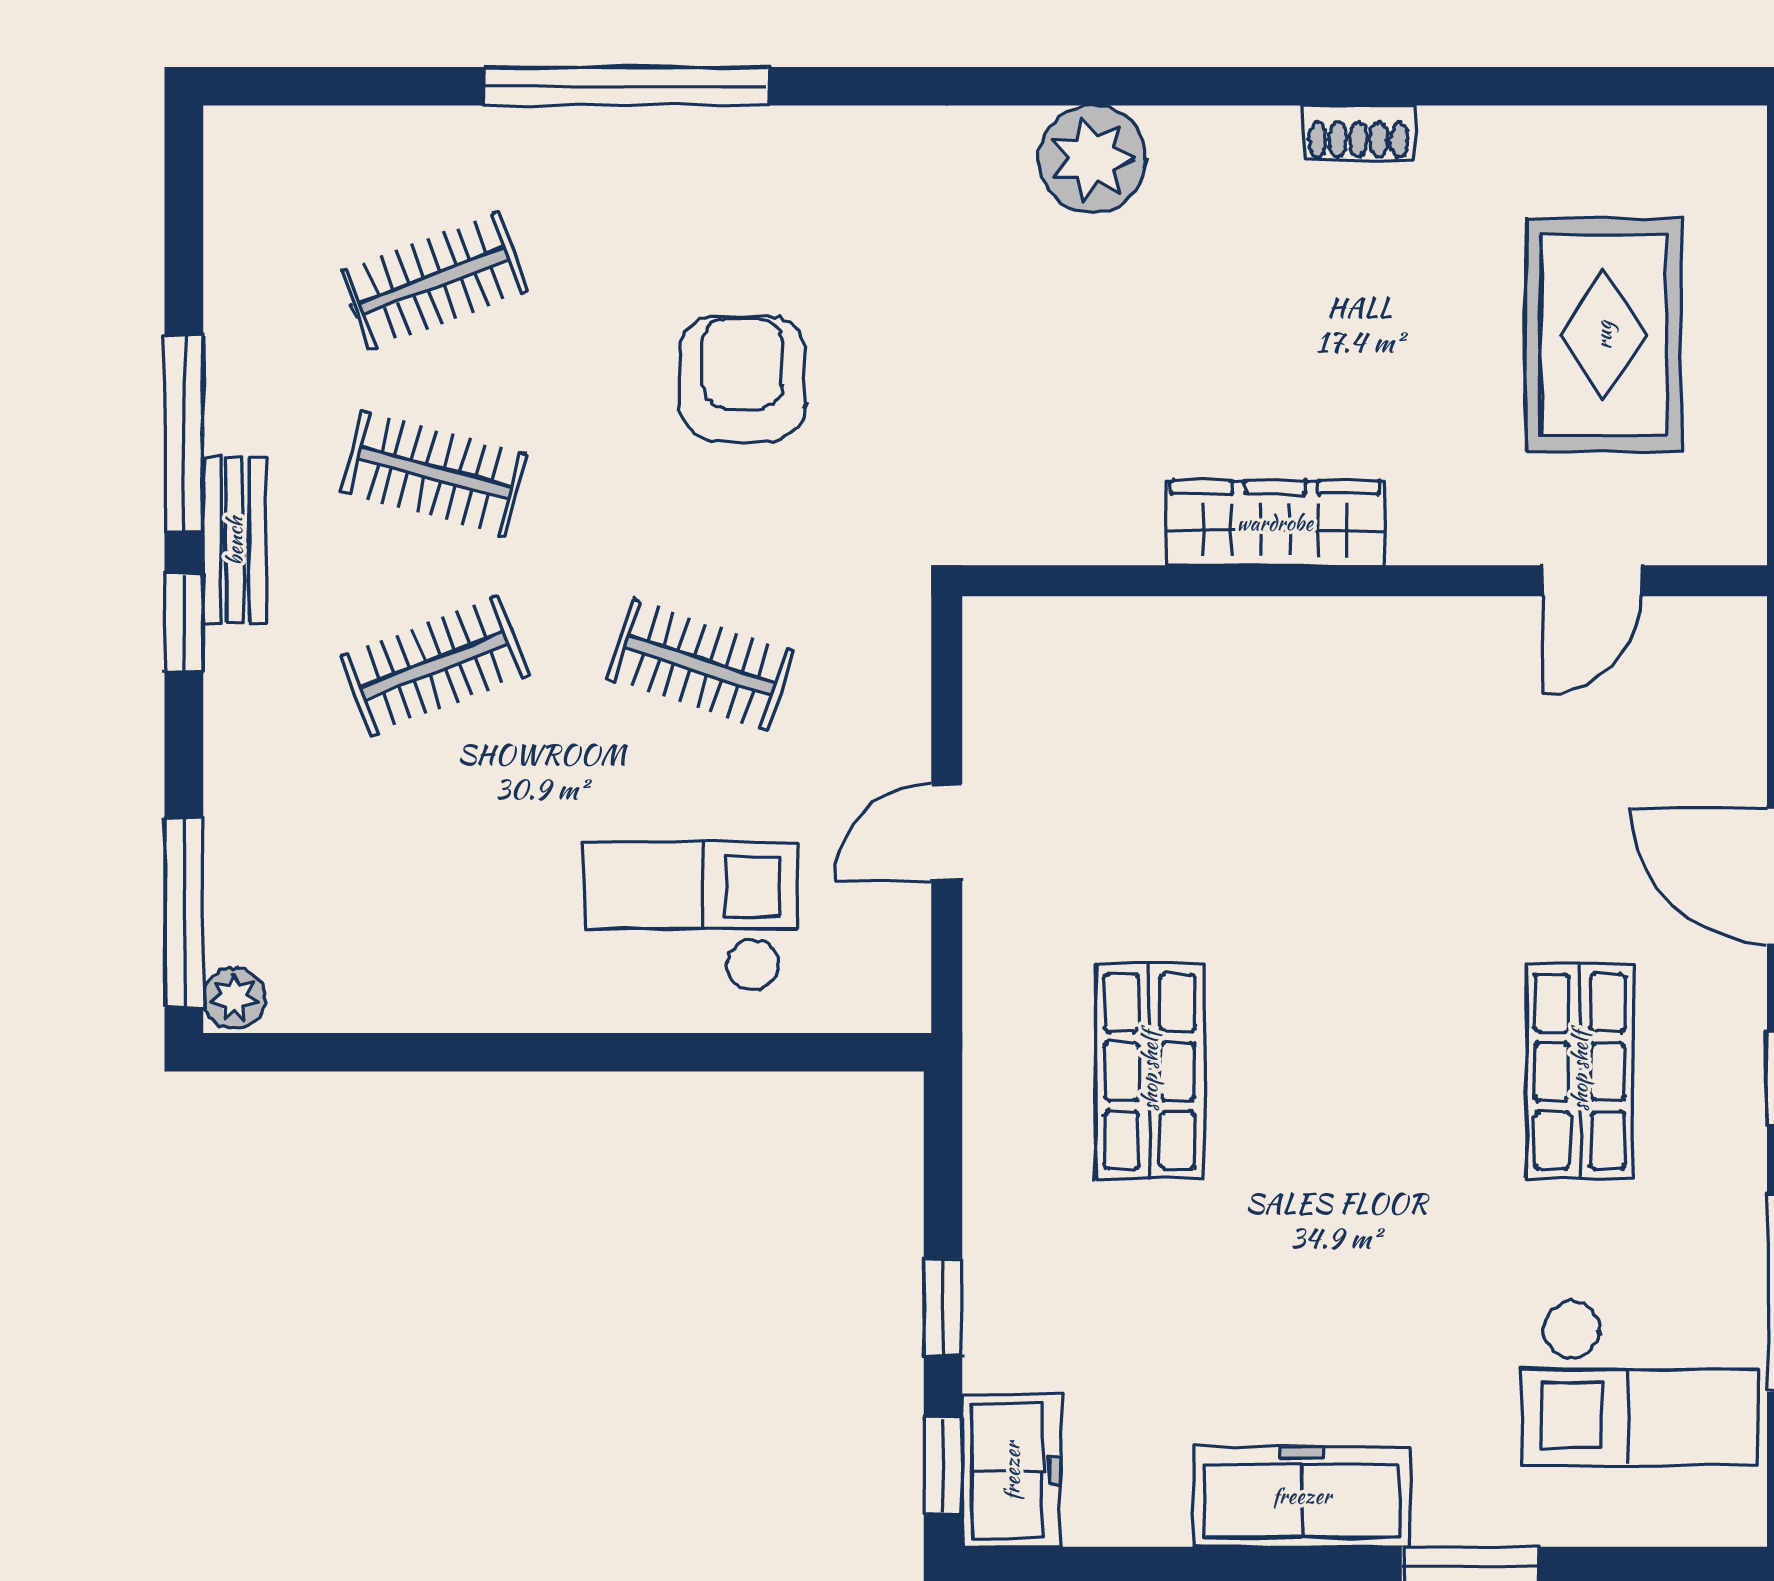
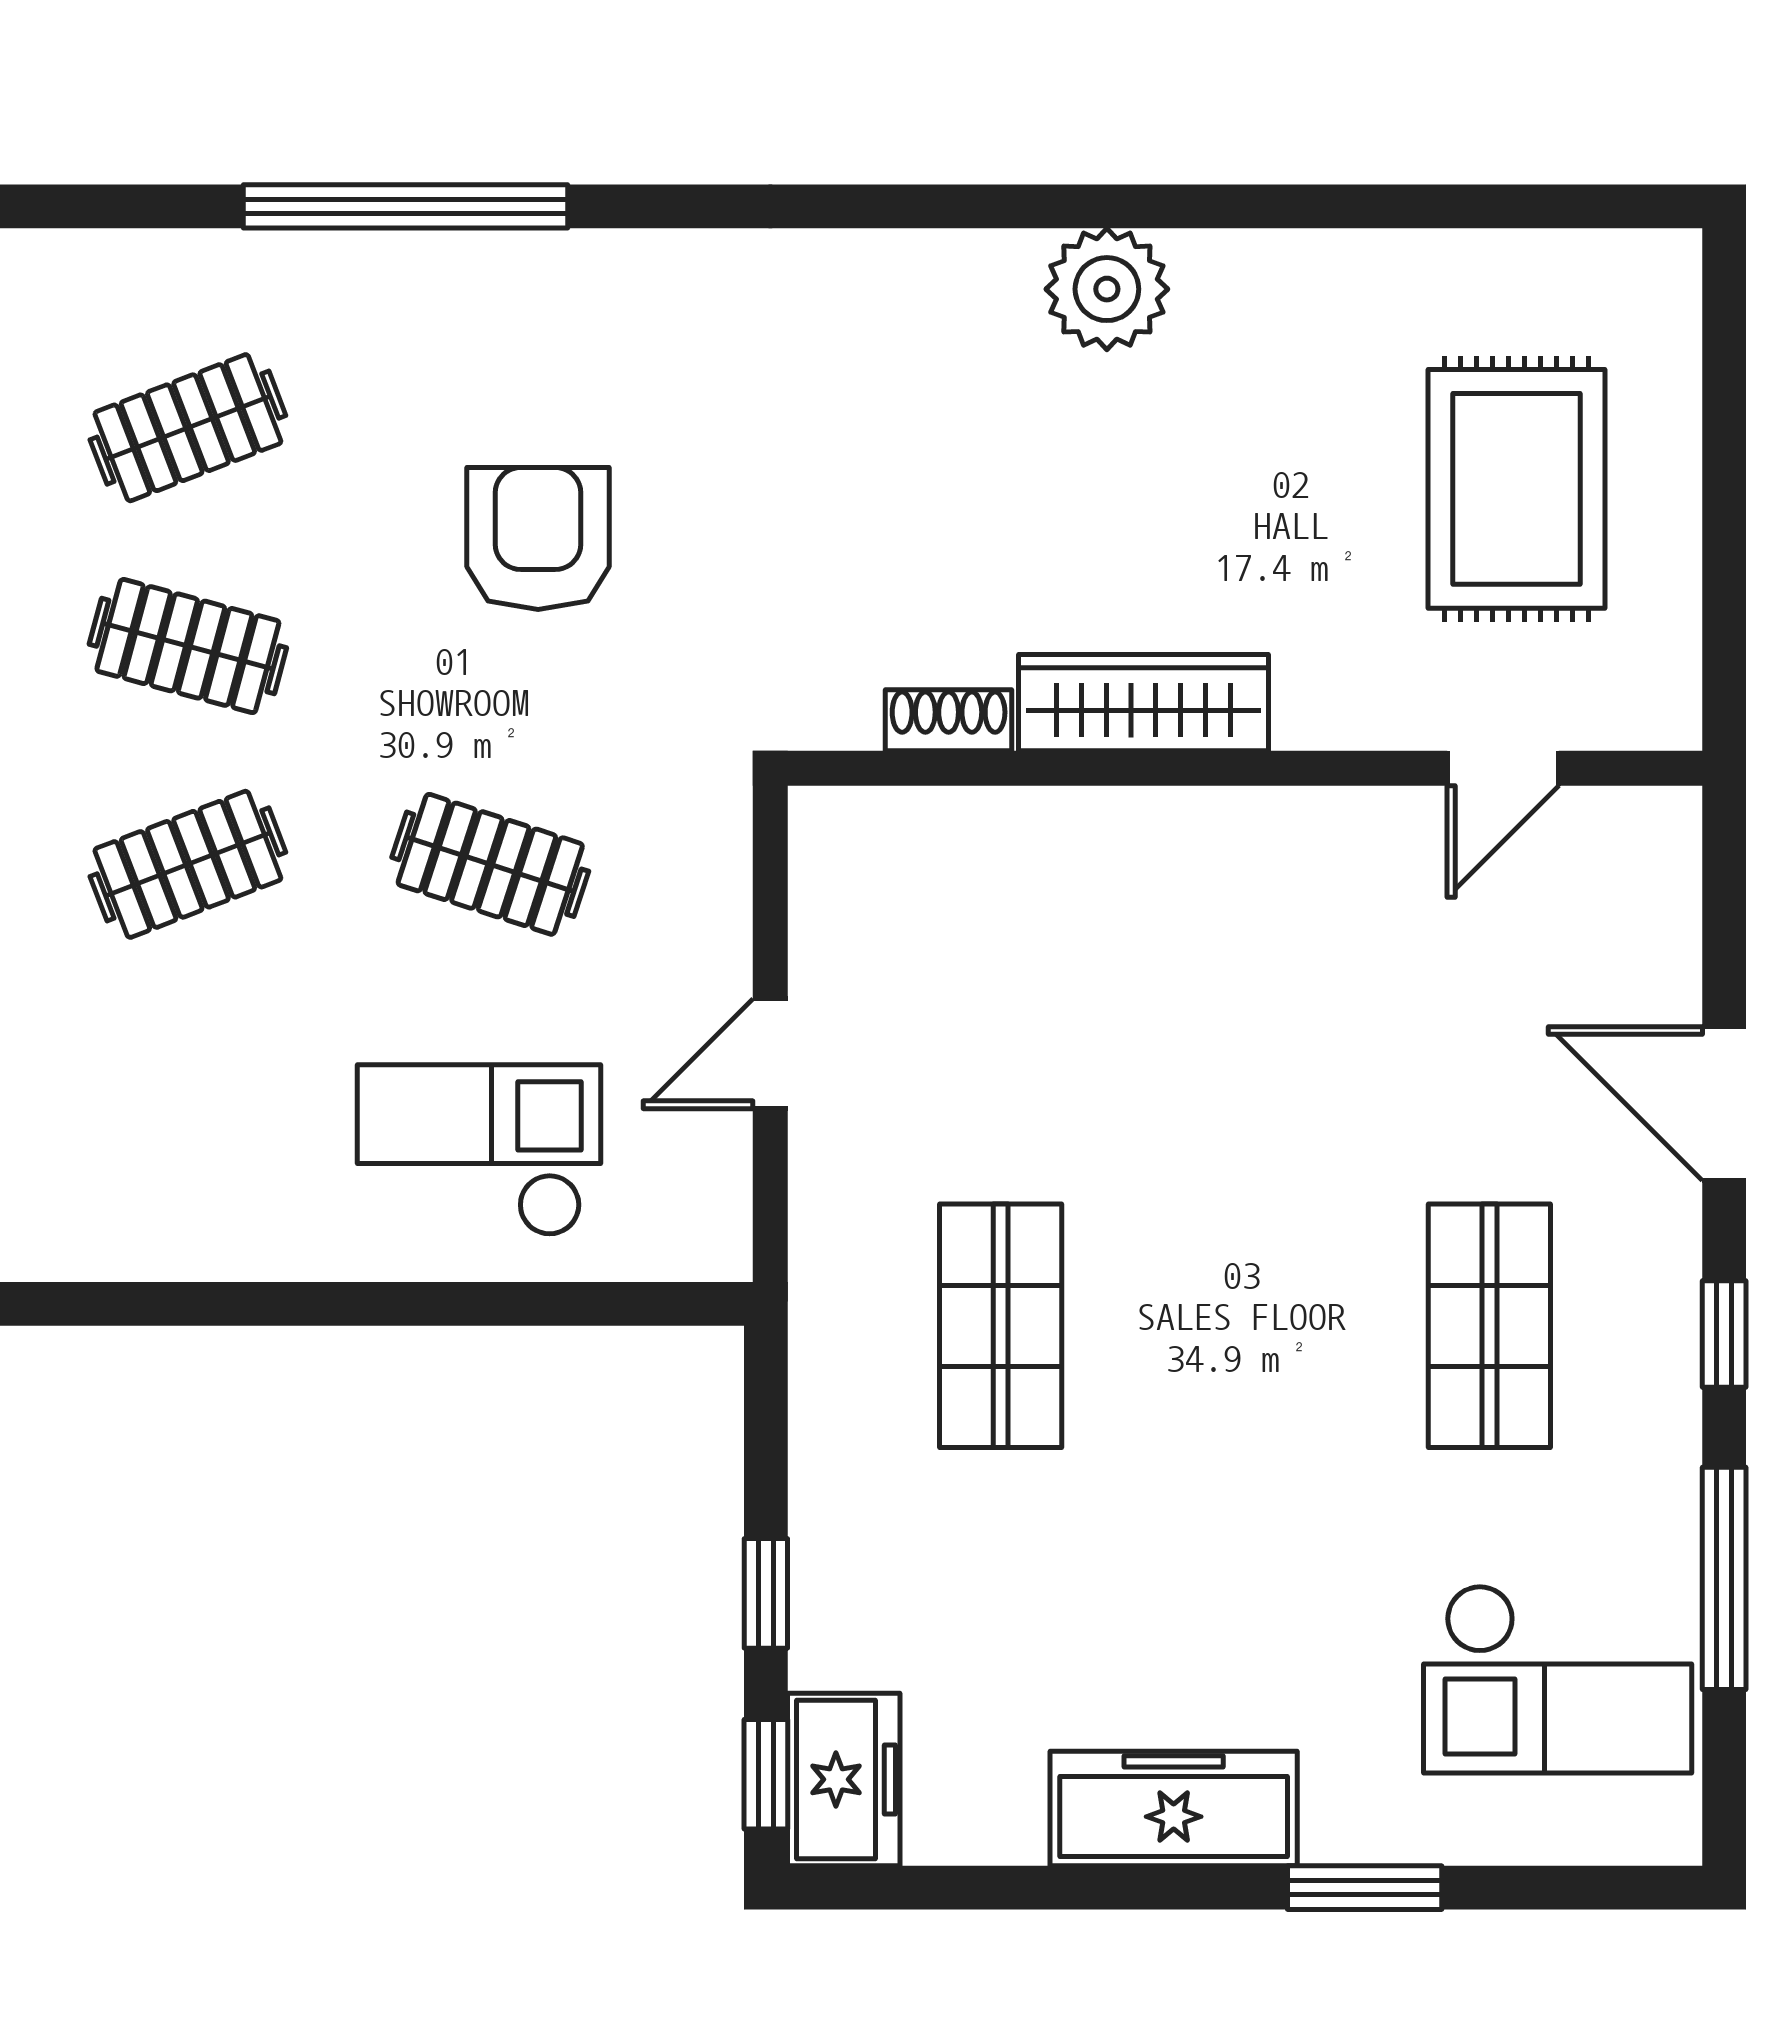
shoe rack: (1358, 132) -> (949, 720), moved, turned 180
plant: (1092, 159) -> (1107, 289), moved

